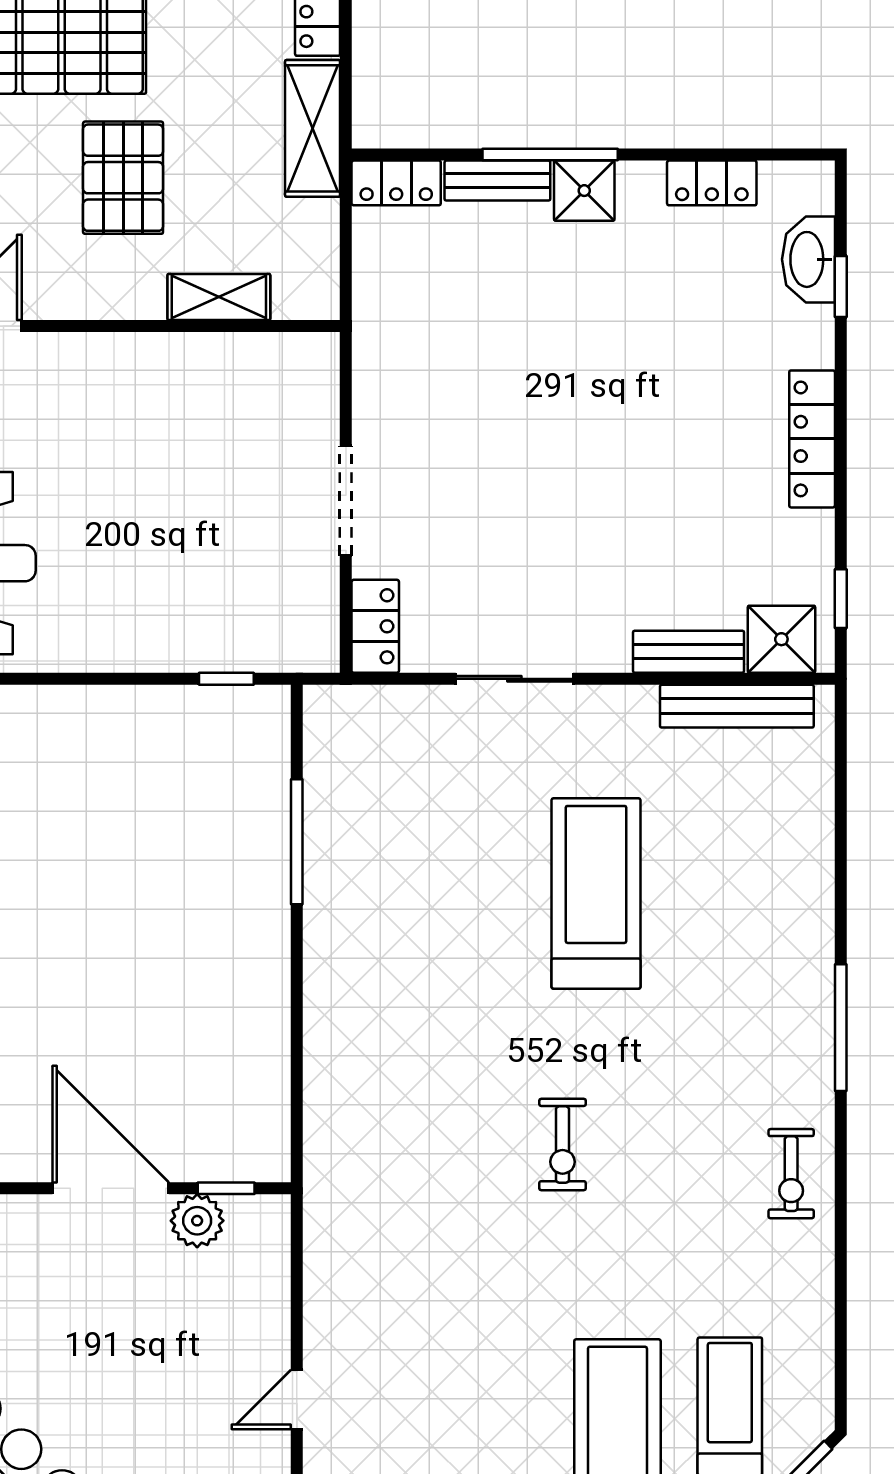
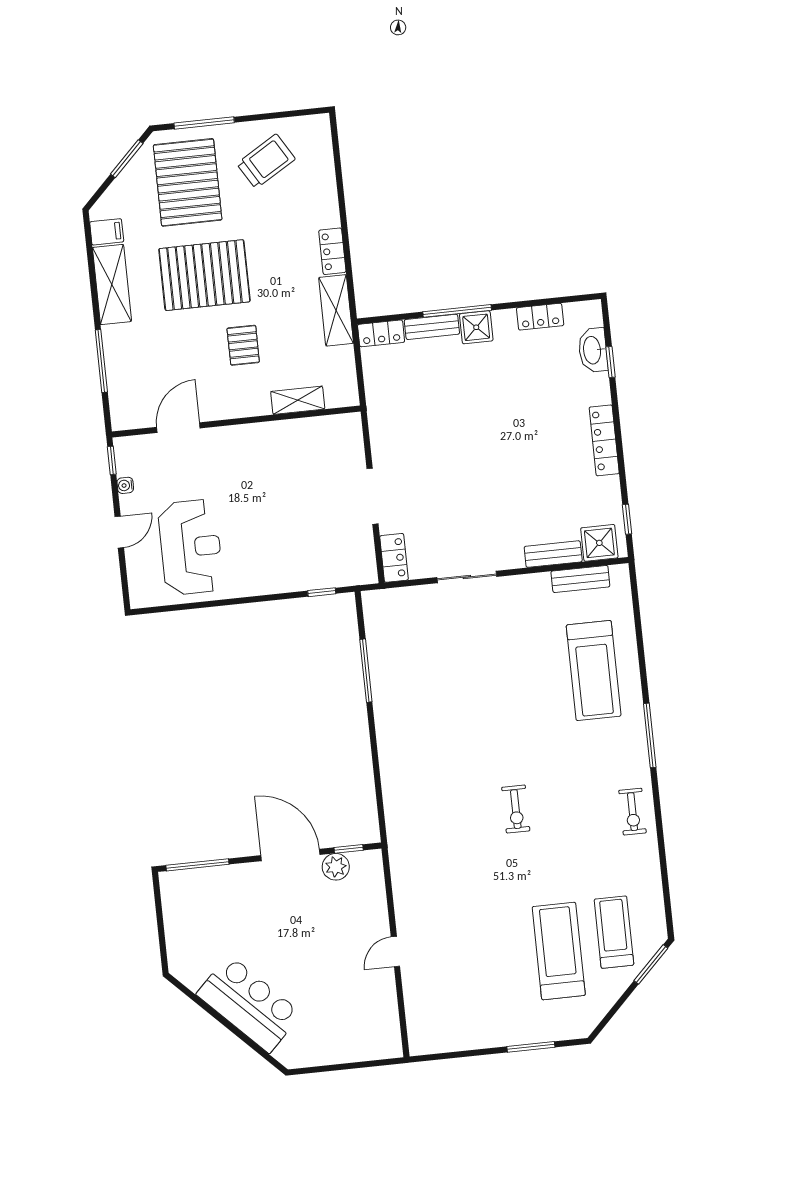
pallet: (123, 178) -> (243, 345), width x0.67, depth x0.71
bench: (737, 706) -> (580, 579), width x0.73
treadmill: (596, 893) -> (594, 671), moved, turned 180

